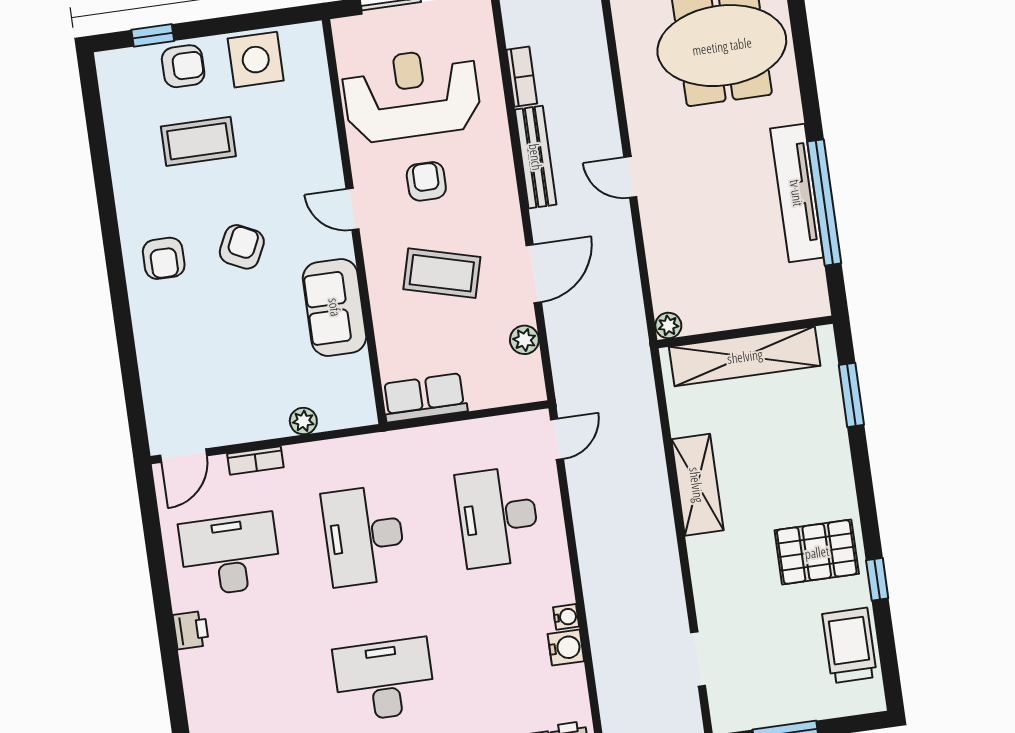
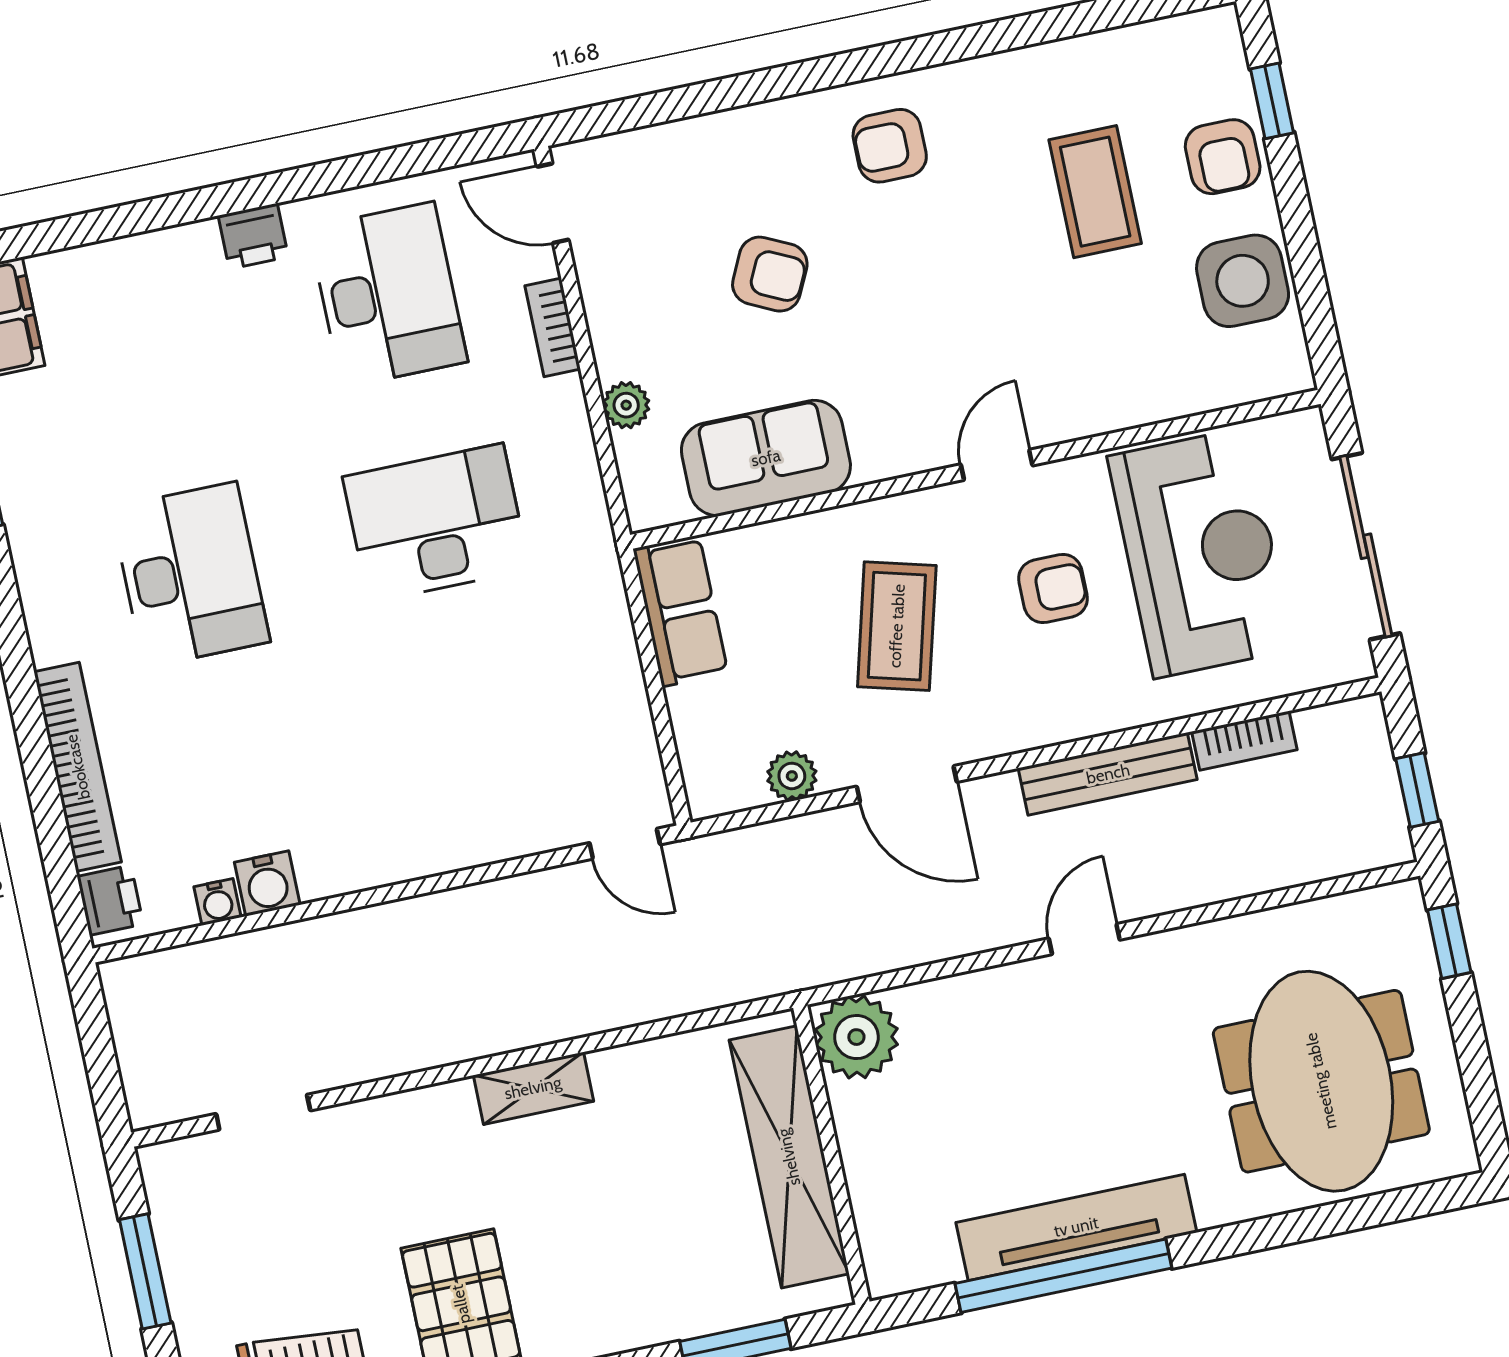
armchair: (242, 247) -> (770, 274), moved
sofa: (335, 307) -> (766, 458), moved
plant: (668, 325) -> (856, 1037), width x1.88, depth x1.88
shelving: (697, 485) -> (533, 1088), width x0.67, depth x0.75
desk: (498, 517) -> (484, 751), removed
water cooler: (566, 617) -> (218, 902), moved

